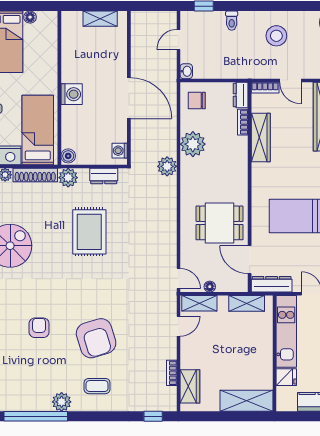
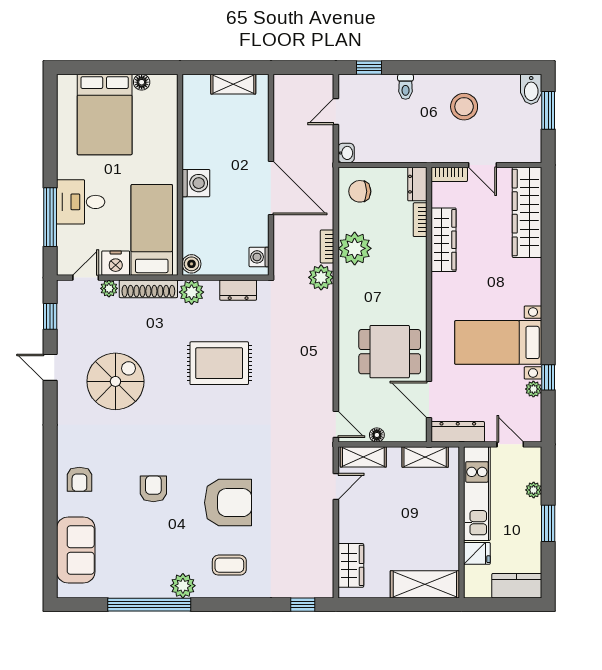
rug: (89, 232) -> (219, 363), turned 90
armchair: (96, 338) -> (228, 503), turned -73
bookcase: (172, 373) -> (327, 246), moved

